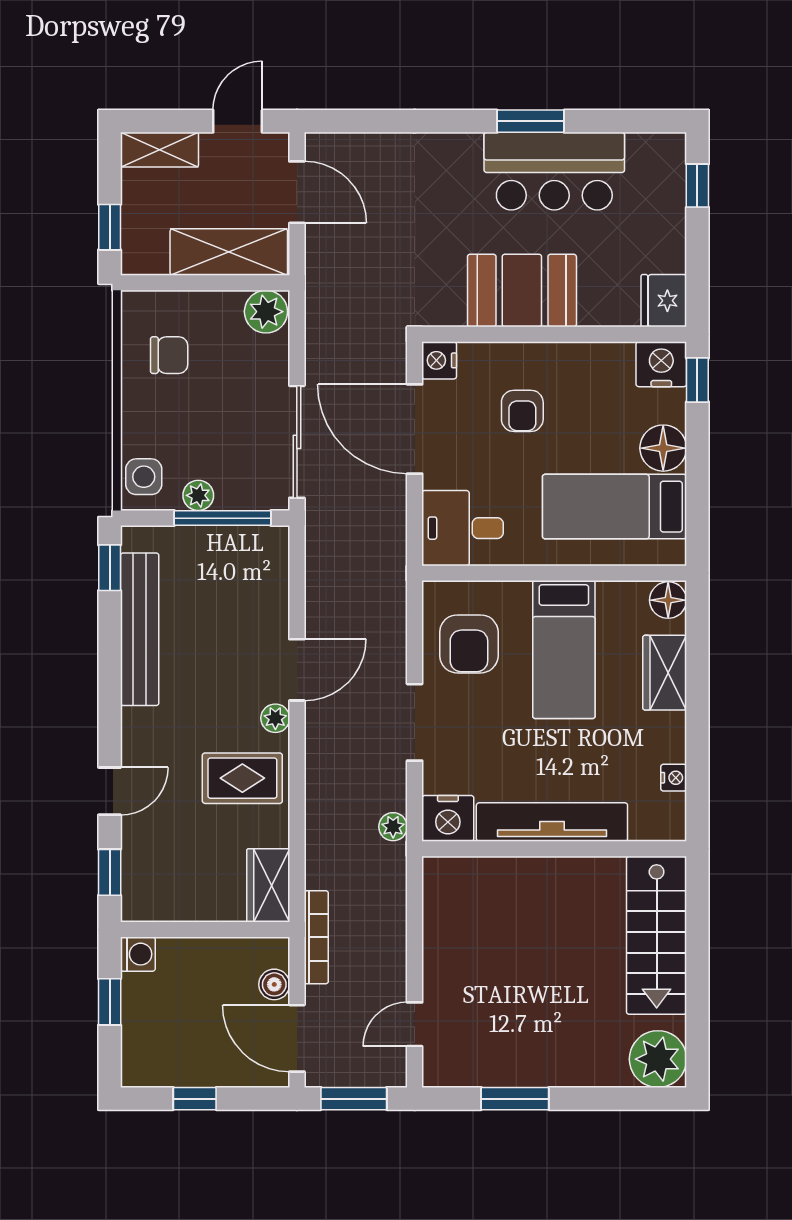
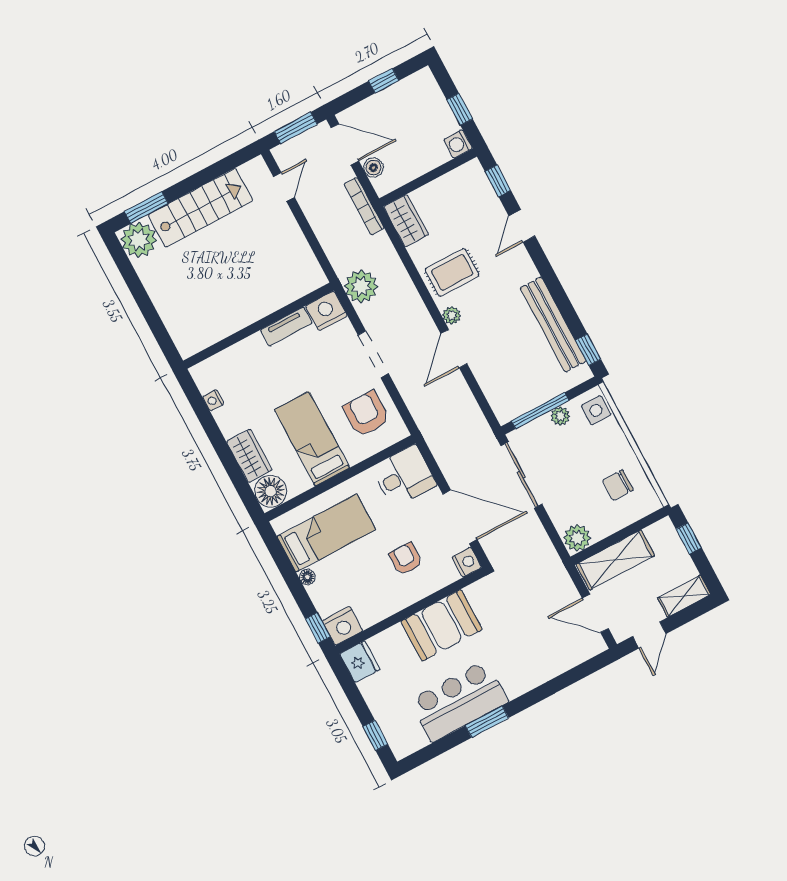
floor lamp: (663, 448) -> (307, 577), width x0.53, depth x0.53
floor lamp: (668, 600) -> (271, 491), width x1.38, depth x1.38
tv unit: (552, 822) -> (286, 327), width x0.52, depth x0.78
plant: (393, 827) -> (361, 286), width x1.87, depth x1.87
stairs: (657, 935) -> (200, 208), moved, turned 90
window: (515, 1099) -> (146, 208), moved

